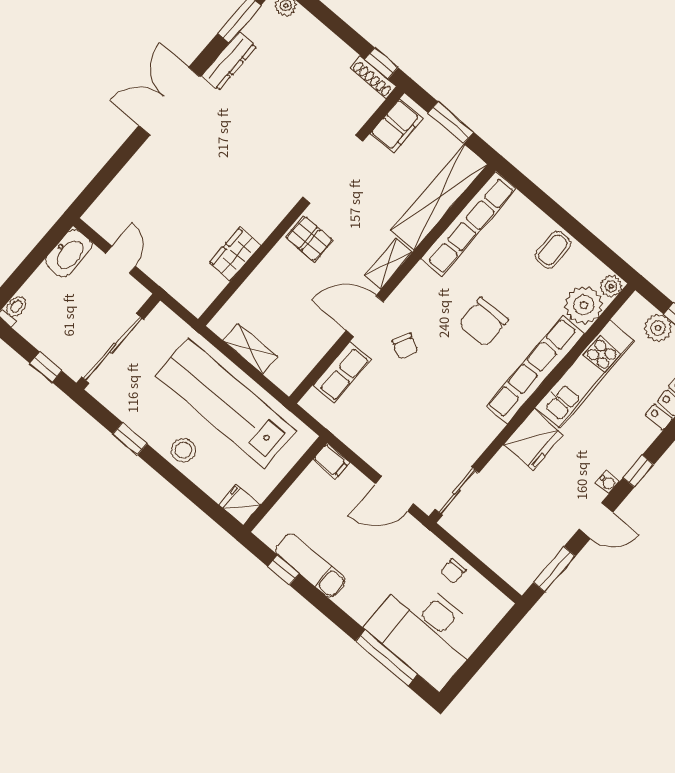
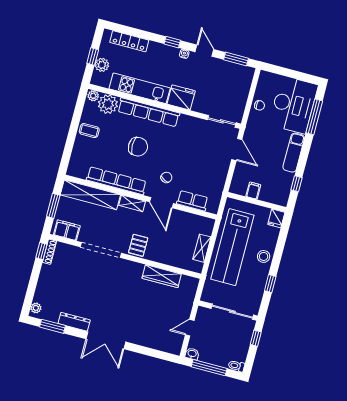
row of seats: (468, 224) -> (116, 181), moved
washbasin: (69, 253) -> (192, 354), width x0.52, depth x0.69
wardrobe: (235, 254) -> (162, 276), width x1.50
window: (34, 260) -> (209, 368), added
filing cabinet: (331, 461) -> (253, 191), moved
exam couch: (310, 565) -> (294, 153), moved

